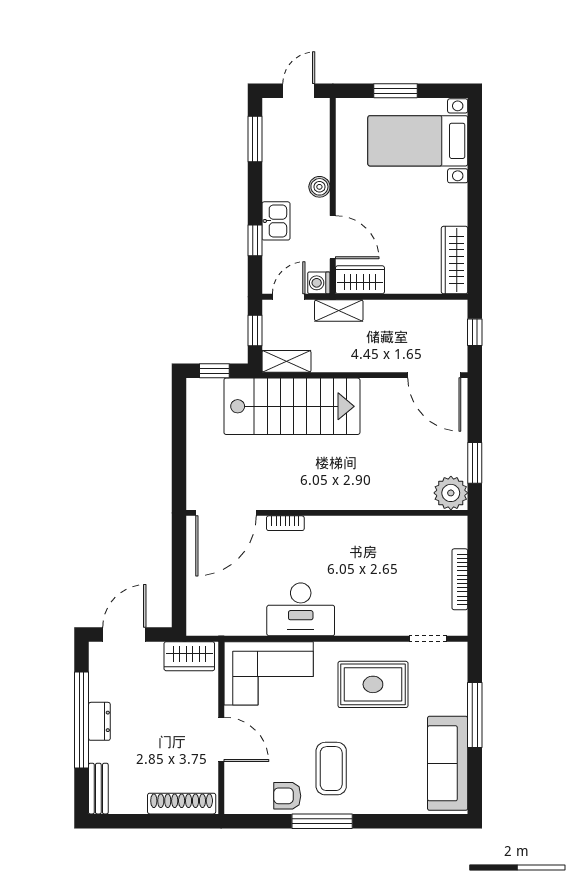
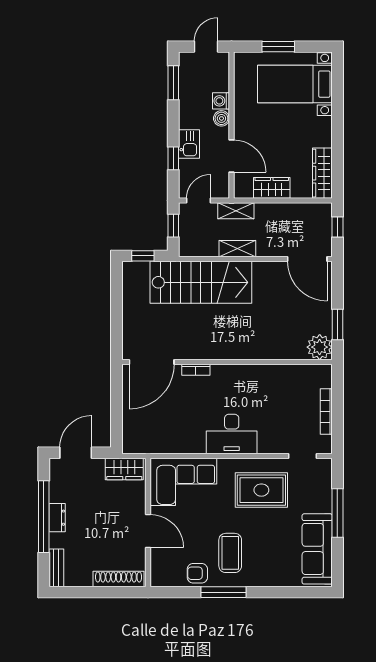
wardrobe: (360, 280) -> (272, 188), moved
washing machine: (319, 283) -> (221, 101), moved
shelving: (286, 361) -> (237, 249), moved
desk: (301, 609) -> (232, 434), moved

